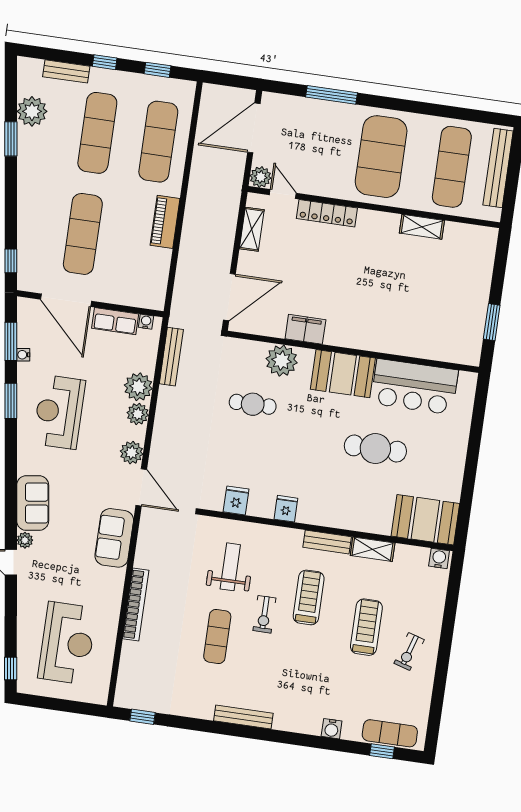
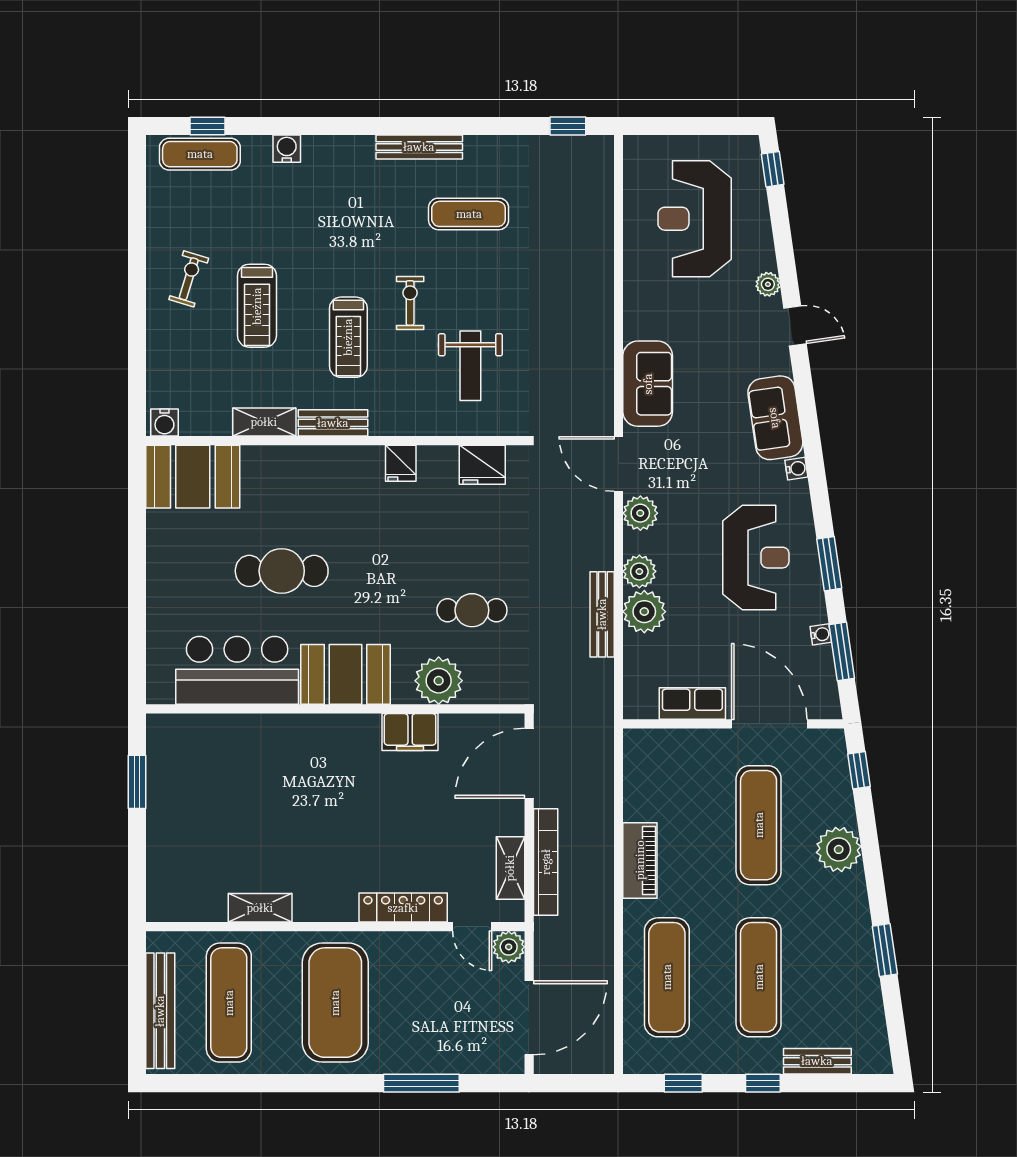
plant: (32, 111) -> (839, 849), moved
water cooler: (146, 322) -> (796, 469), moved, turned -98
bench: (171, 357) -> (602, 614), moved
fridge: (236, 500) -> (482, 465), width x1.38
plant: (25, 540) -> (768, 284), moved
bookcase: (136, 605) -> (546, 862), moved, turned 180
exercise mat: (217, 636) -> (469, 214), moved, turned 90

